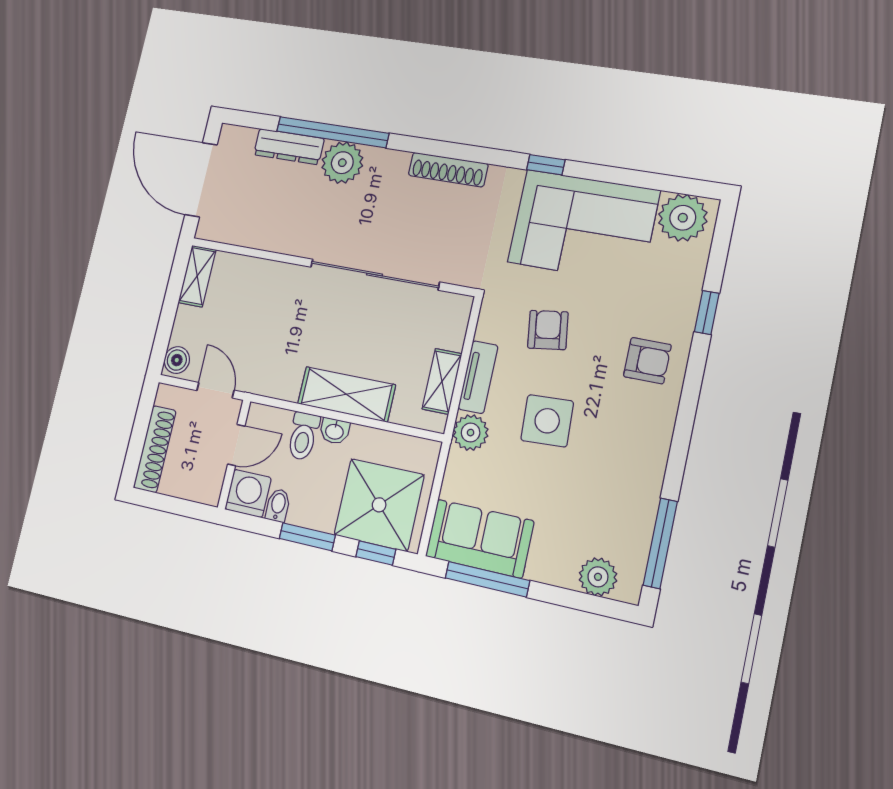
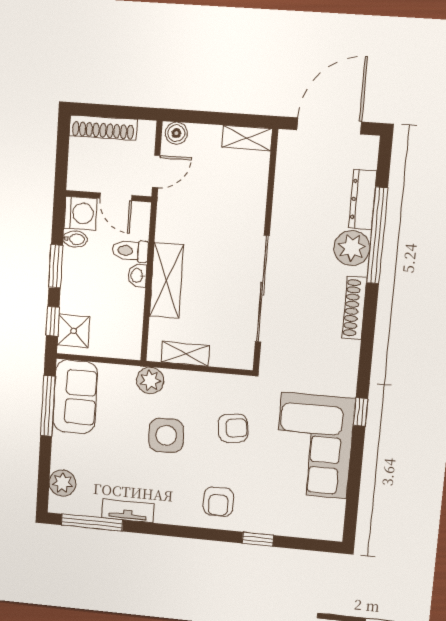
shoe rack: (448, 170) -> (354, 308), moved
plant: (683, 218) -> (327, 516), removed
tv unit: (478, 377) -> (128, 511), moved, turned 180
shower: (379, 505) -> (74, 331), width x0.54, depth x0.54

